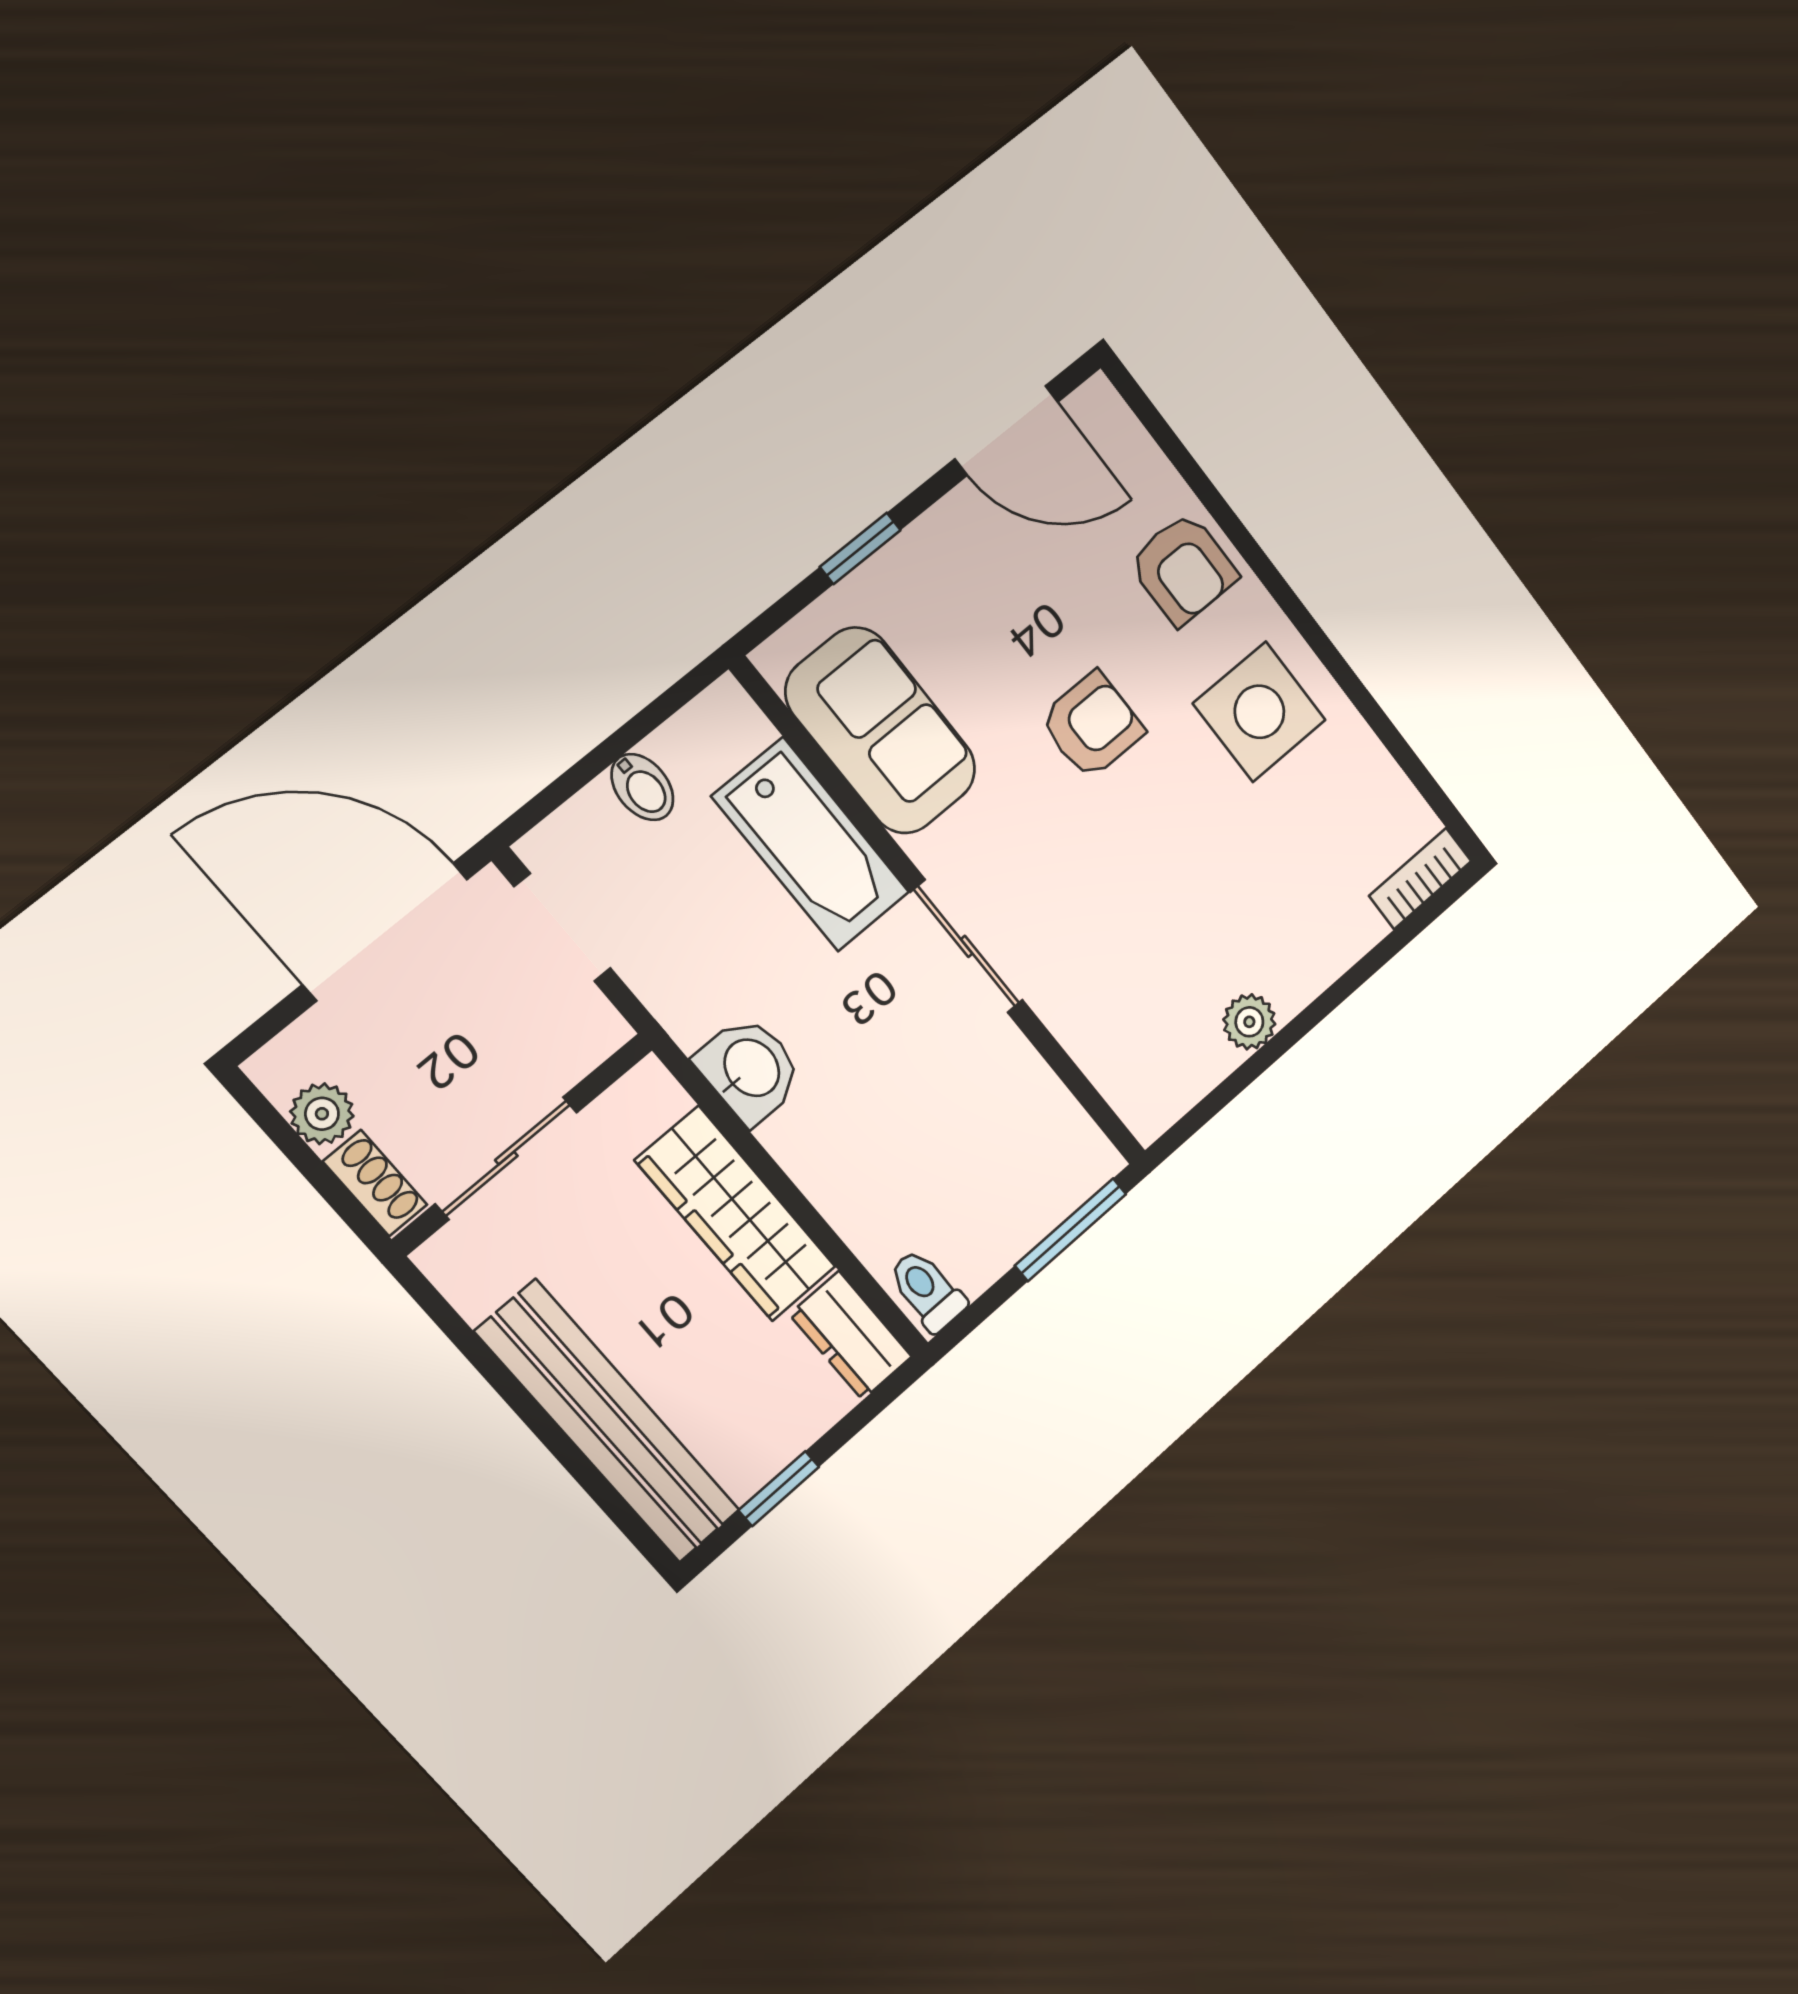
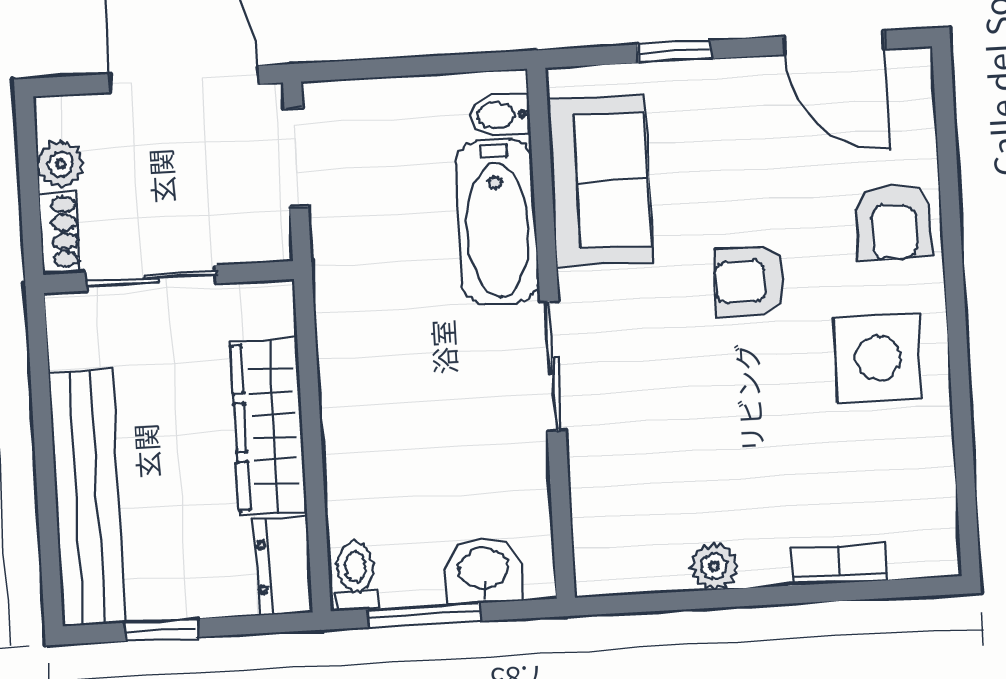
armchair: (1092, 725) -> (750, 281), turned 180
bidet: (642, 787) -> (500, 115), moved, turned 90
bookcase: (1420, 878) -> (839, 564), moved
washbasin: (750, 1069) -> (483, 570), moved, turned -90
window: (1071, 1230) -> (424, 615), moved

